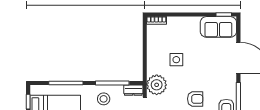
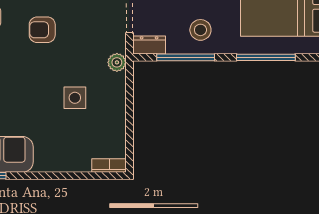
plant: (157, 85) -> (117, 62), width x0.53, depth x0.53

